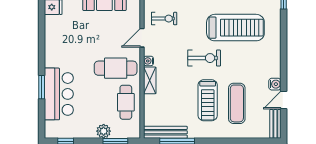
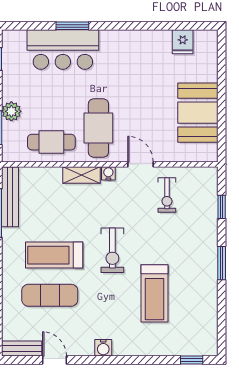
treadmill: (235, 28) -> (154, 293), width x0.73, depth x0.73
water cooler: (275, 84) -> (103, 348), moved

